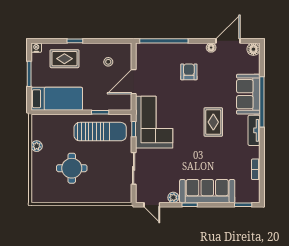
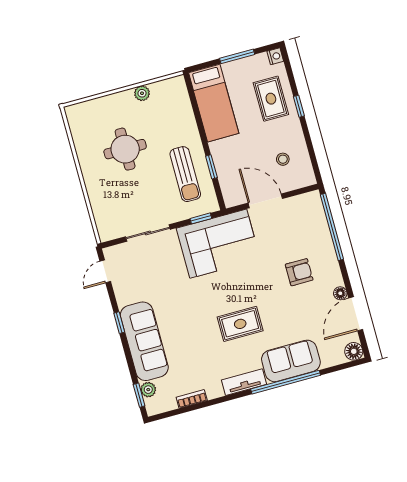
door: (228, 41) -> (356, 314), swing flipped
sun lounger: (100, 132) -> (185, 174), width x0.73, depth x0.75
plant: (173, 197) -> (148, 390), moved

